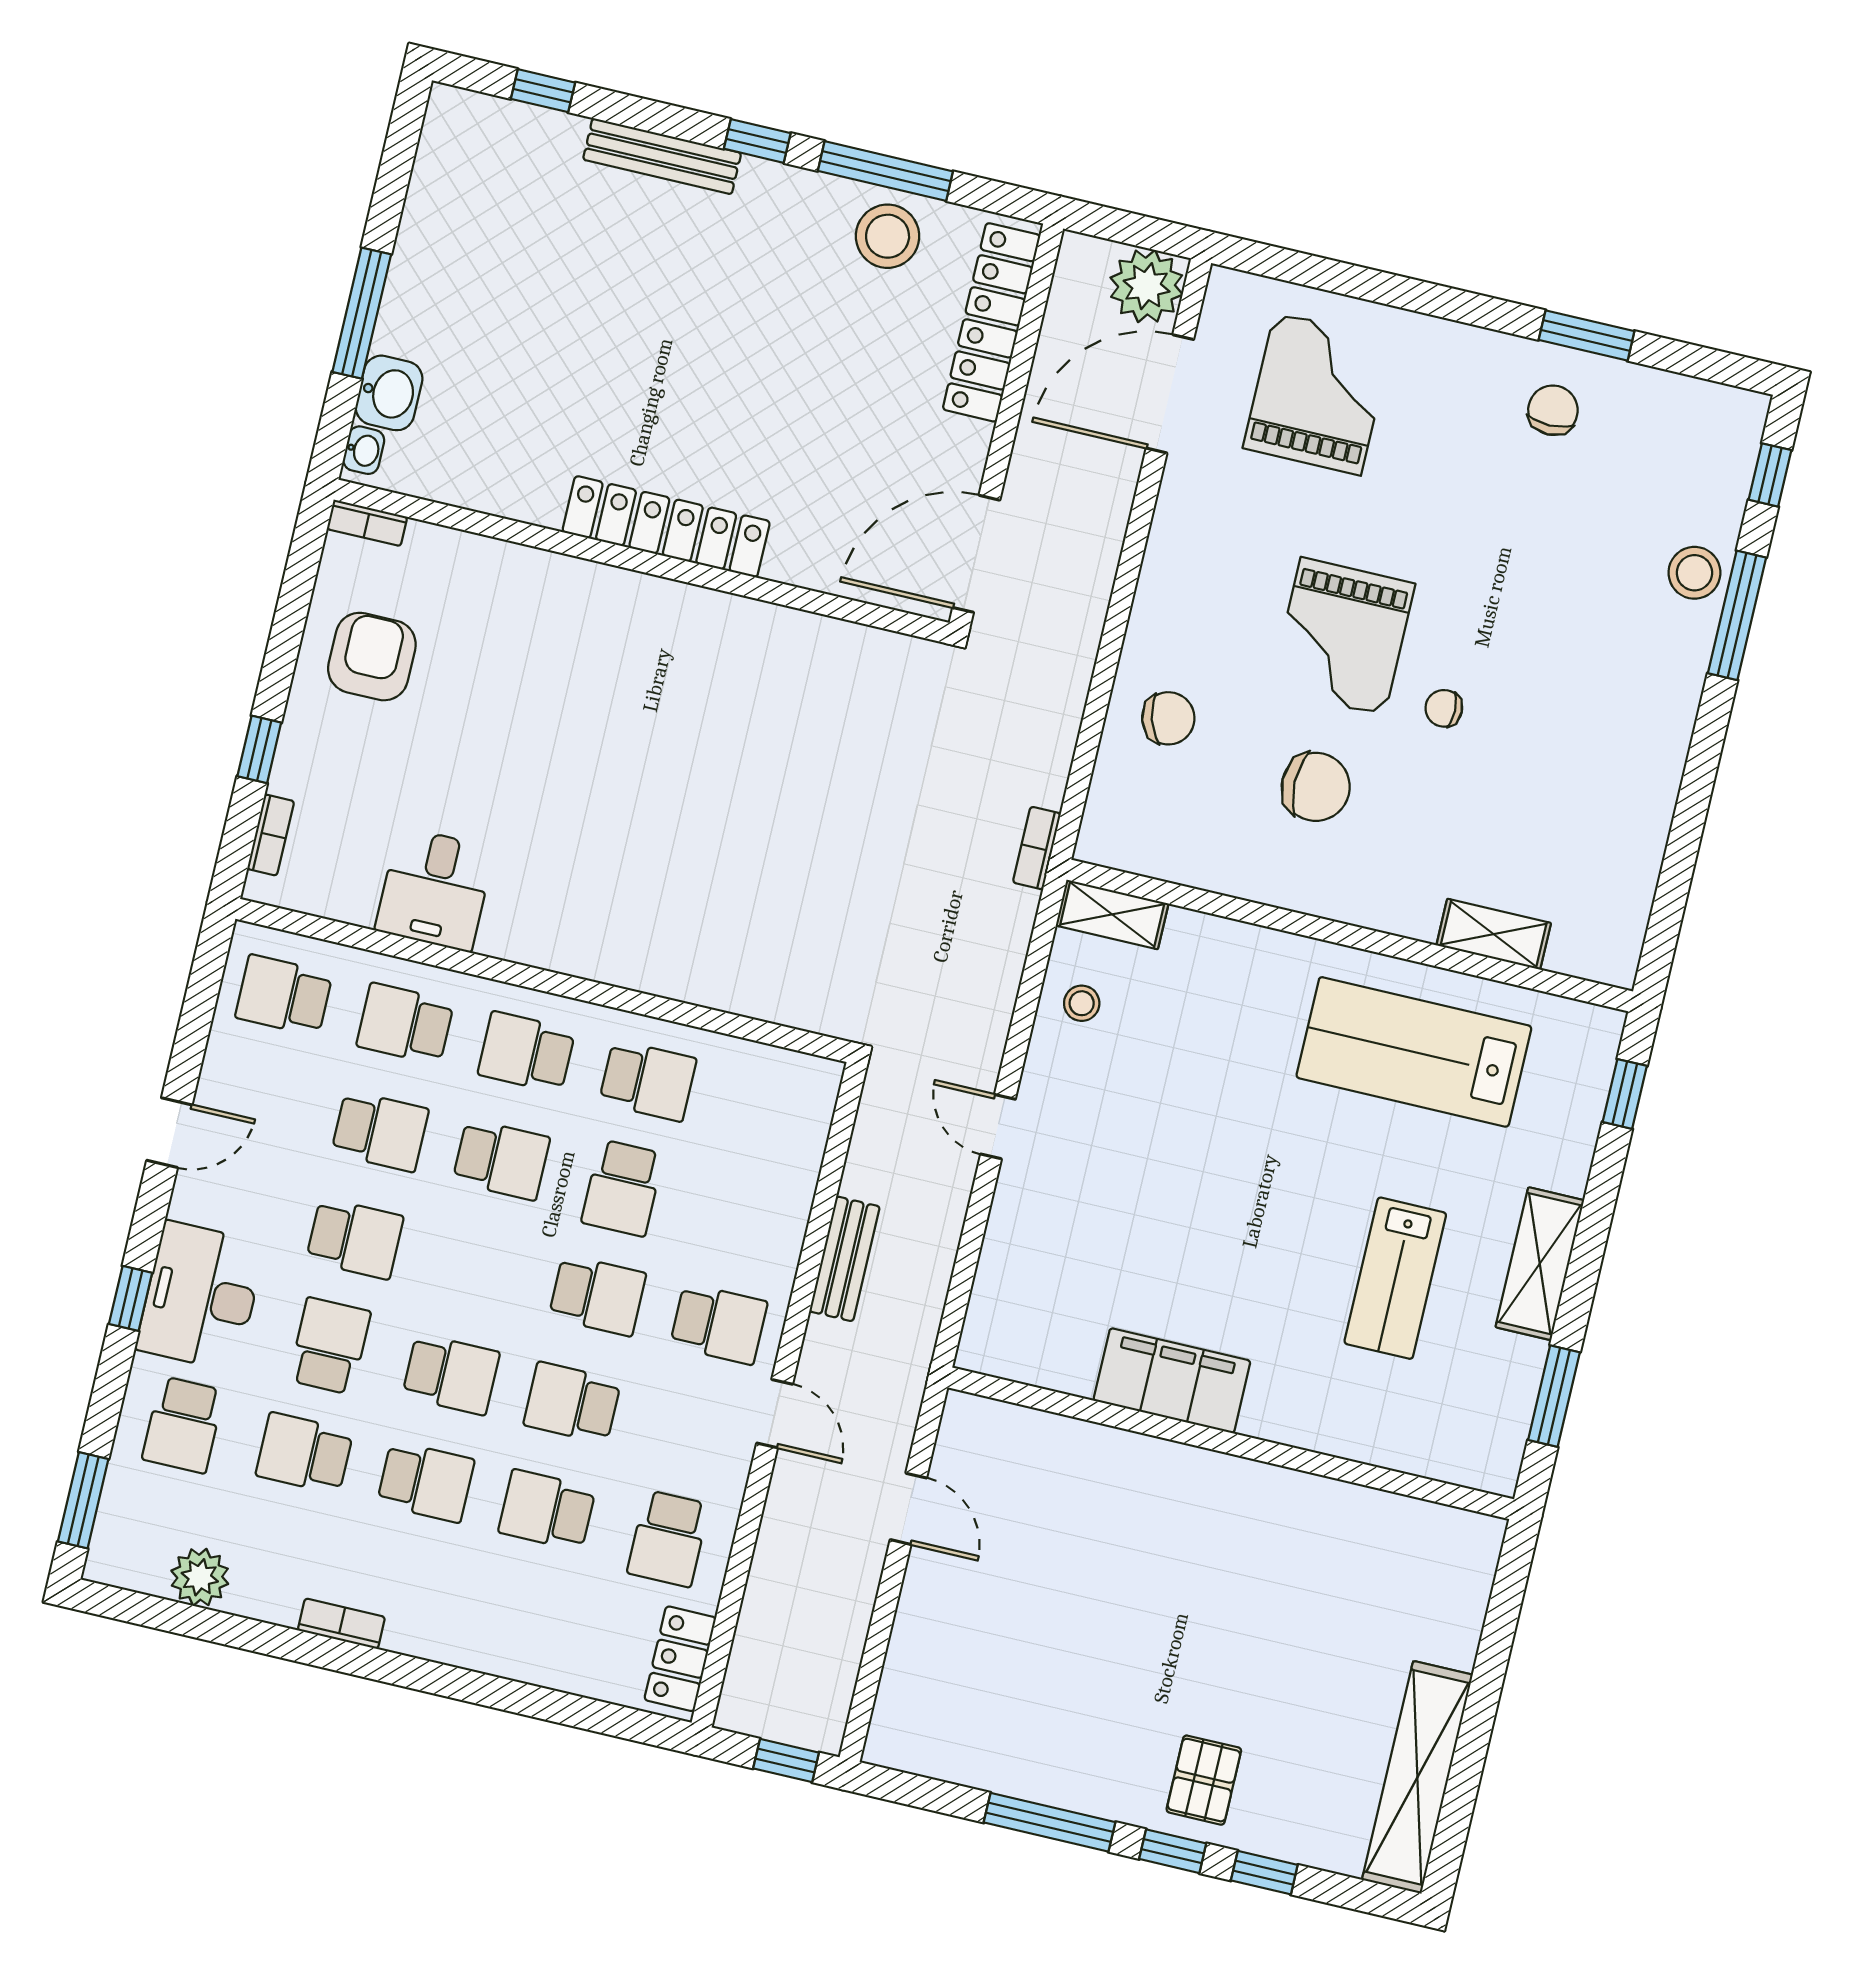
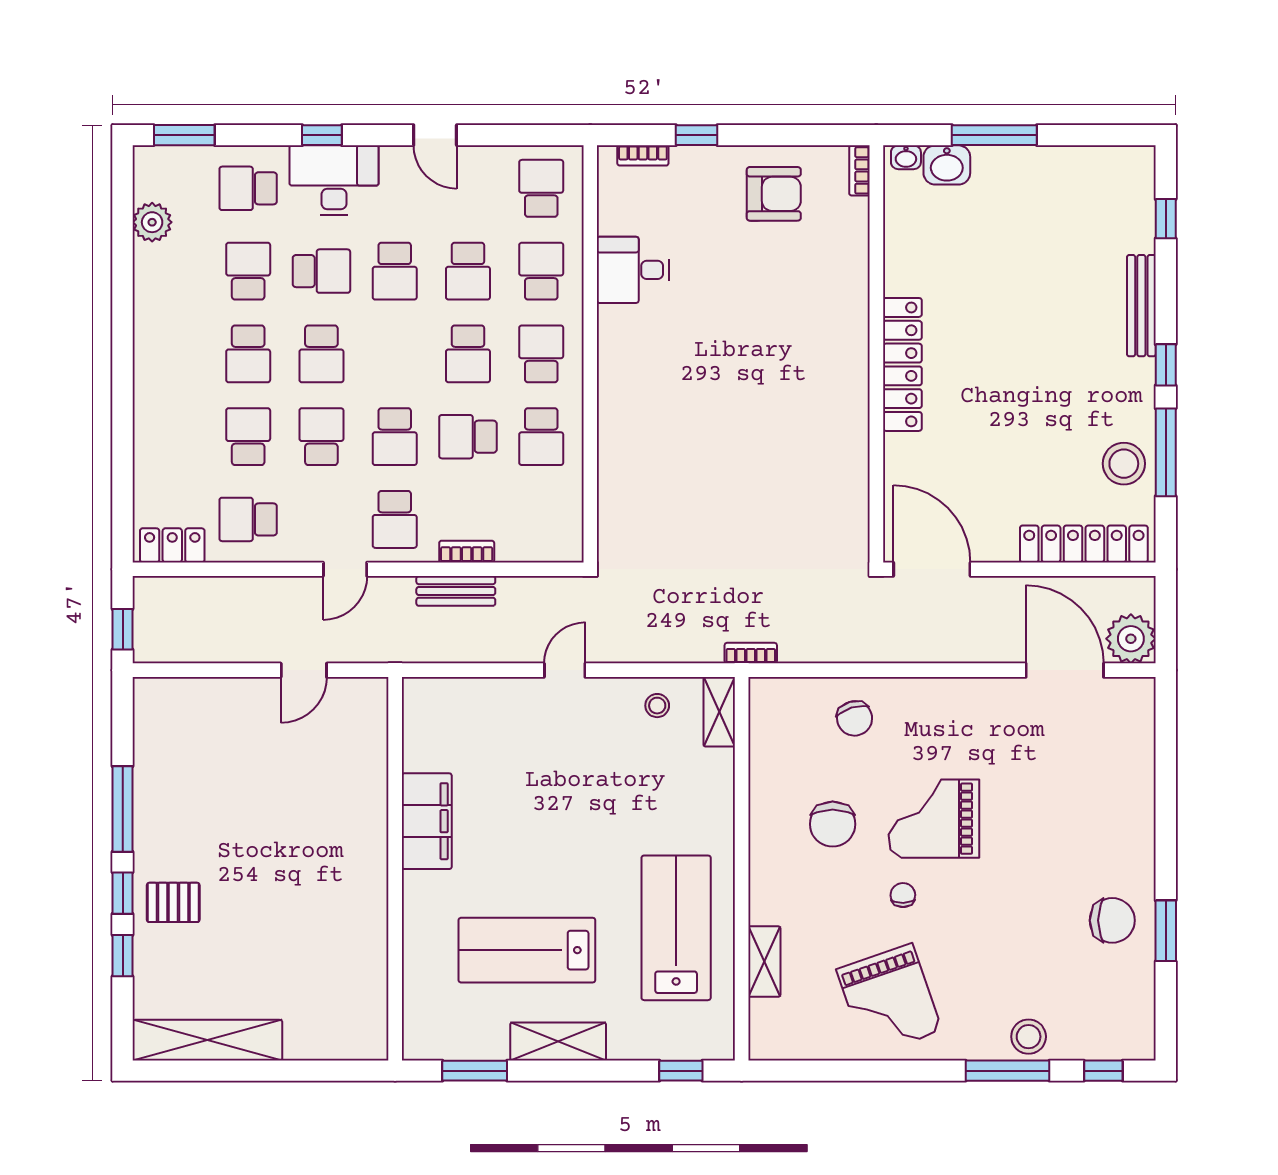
grand piano: (1318, 394) -> (889, 1000), moved, turned 71
chair: (1553, 410) -> (1112, 920), width x1.37, depth x1.37
lab bench: (1395, 1278) -> (527, 950), width x1.36, depth x1.39
bookcase: (341, 1624) -> (467, 552), moved, turned -90

